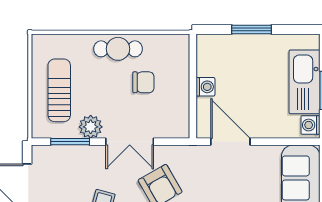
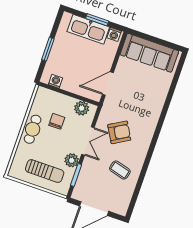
washing machine: (205, 87) -> (55, 81), moved
sun lounger: (59, 90) -> (45, 171), turned 180
plant: (178, 114) -> (82, 108), added

